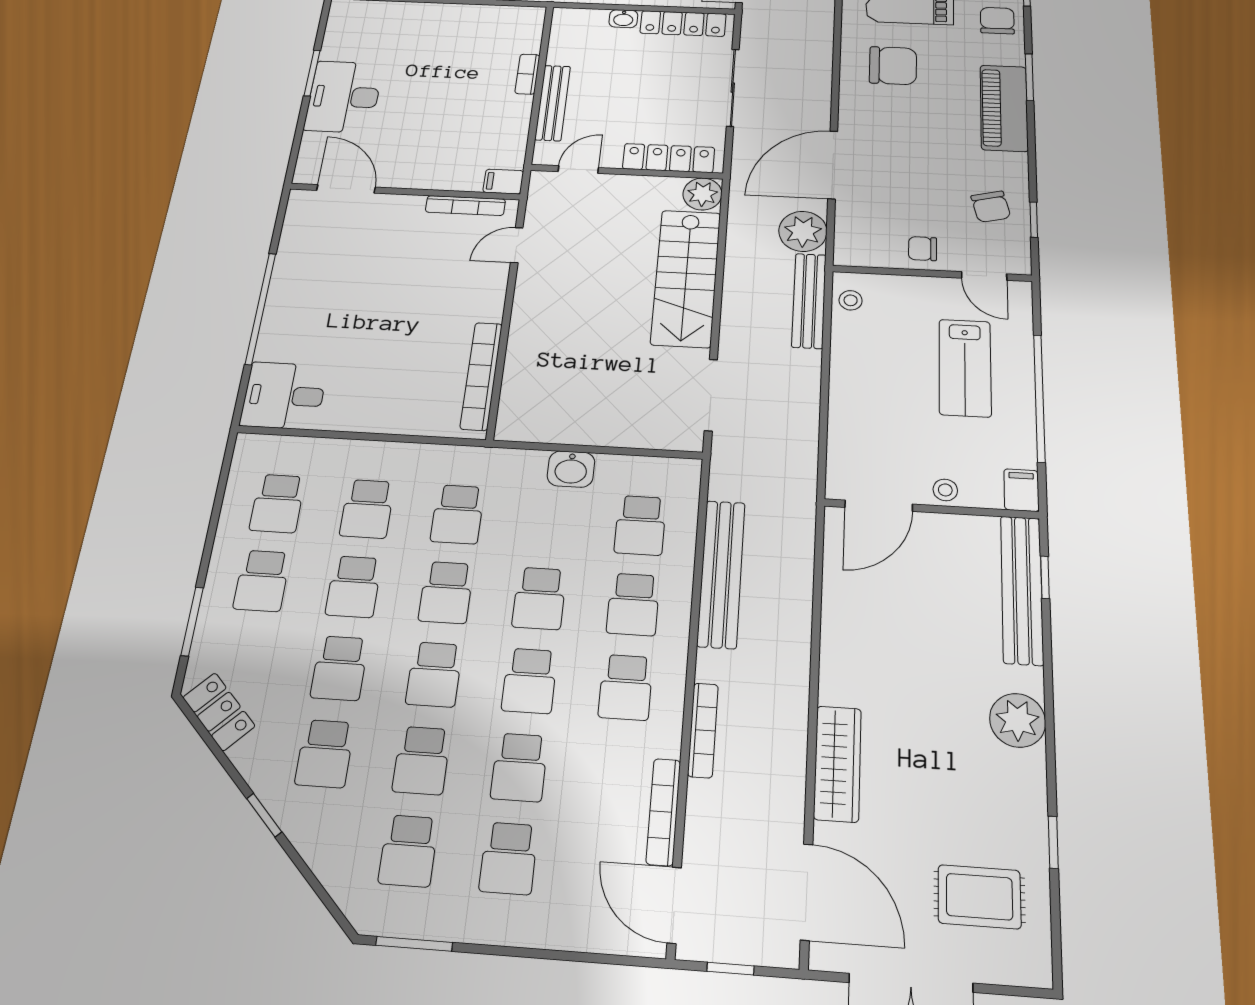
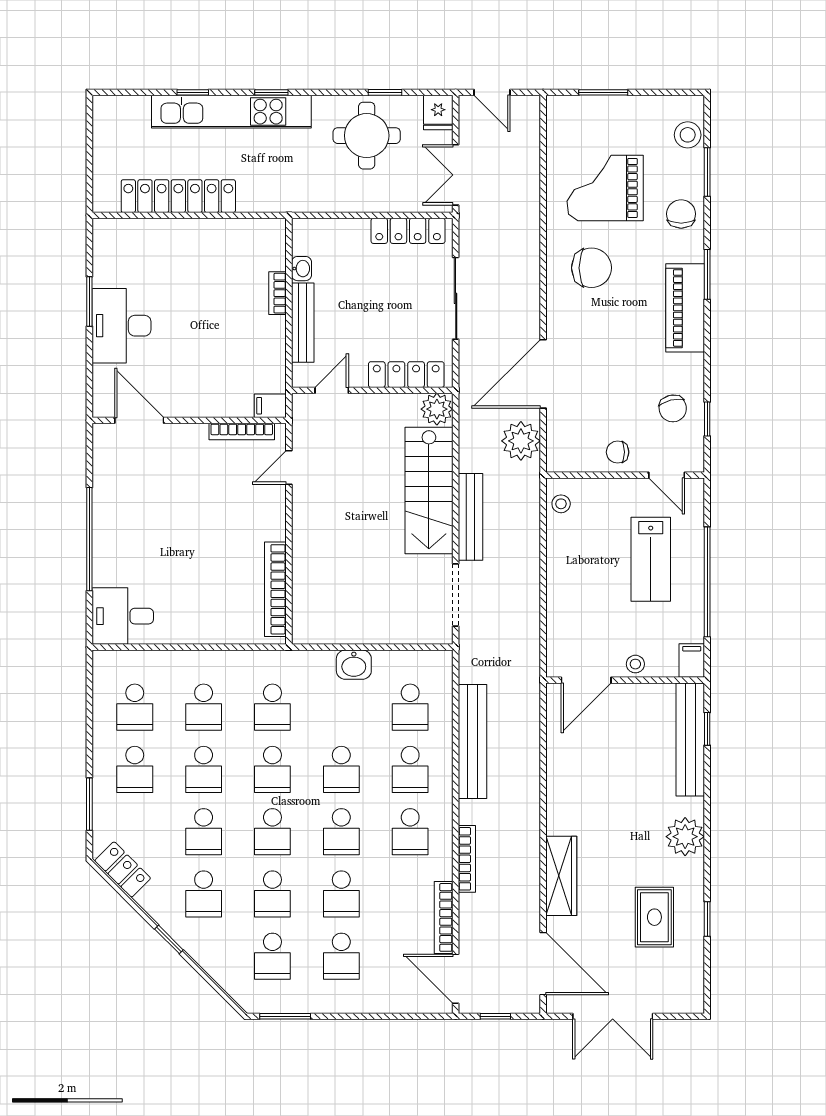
washbasin: (623, 19) -> (301, 269), moved, turned -90
bench: (809, 301) -> (470, 517), moved
rug: (979, 897) -> (654, 917), moved, turned 90

